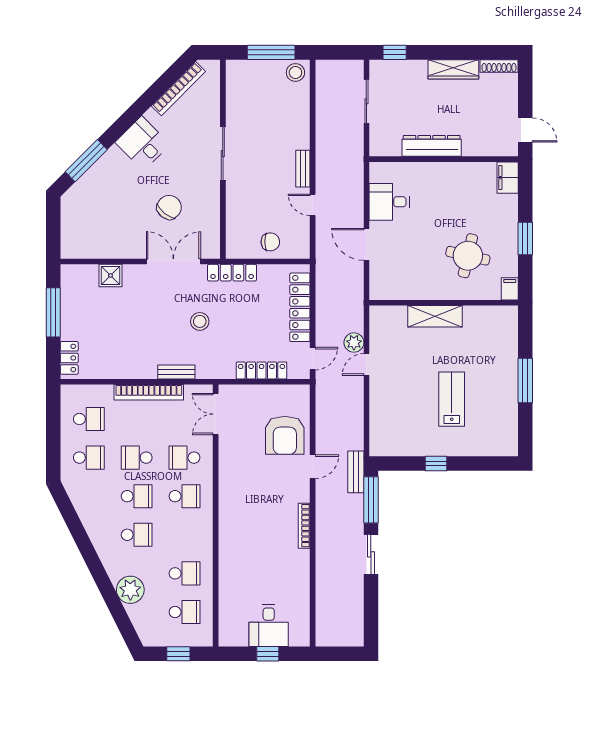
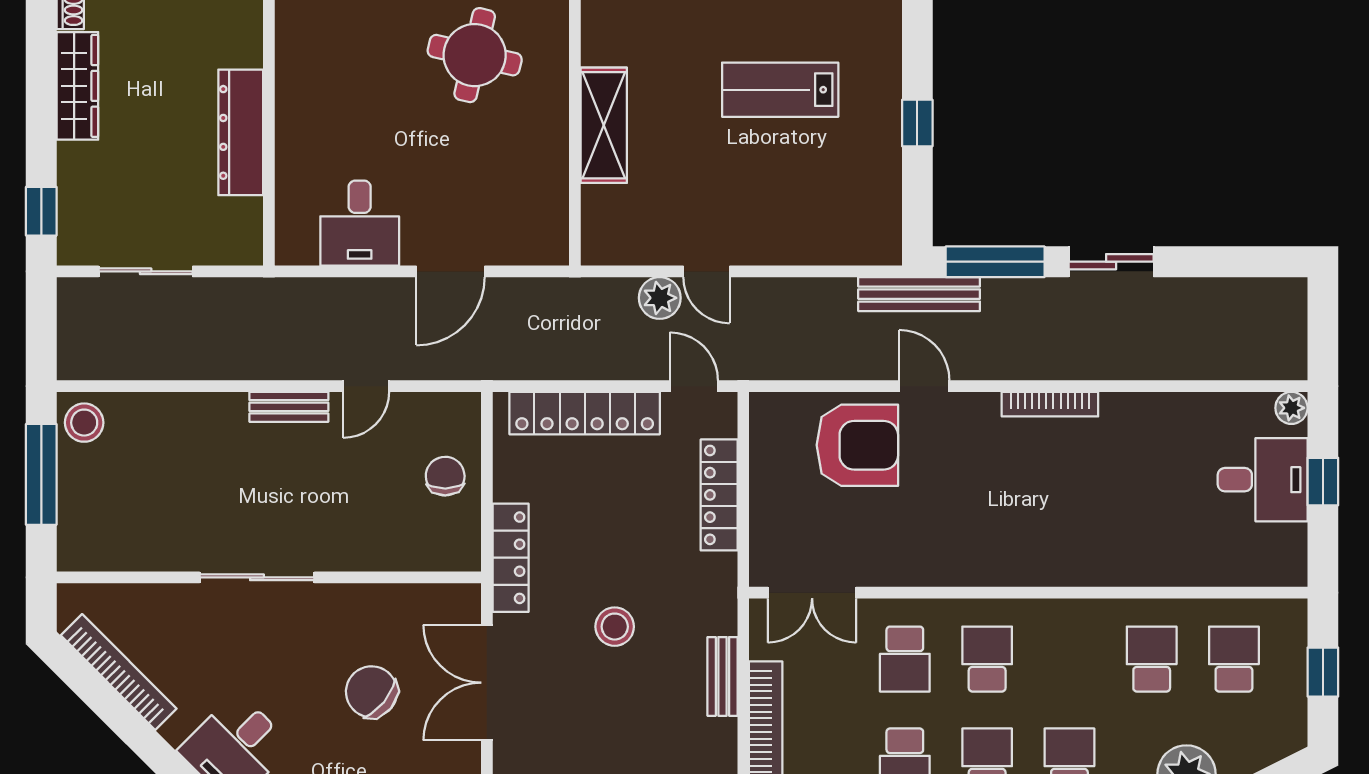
bench: (356, 472) -> (919, 294), width x1.36
plant: (302, 639) -> (1291, 408), added

